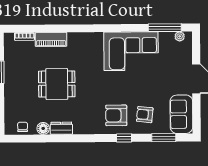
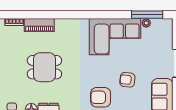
plant: (180, 36) -> (146, 23), moved
armchair: (145, 115) -> (127, 80), moved

